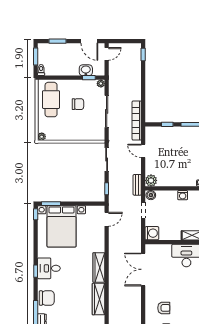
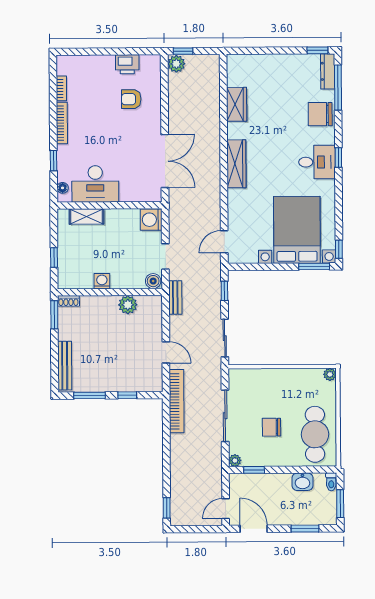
washbasin: (86, 70) -> (302, 482), moved
plant: (151, 180) -> (128, 305), moved
wardrobe: (98, 299) -> (237, 104), width x0.67

